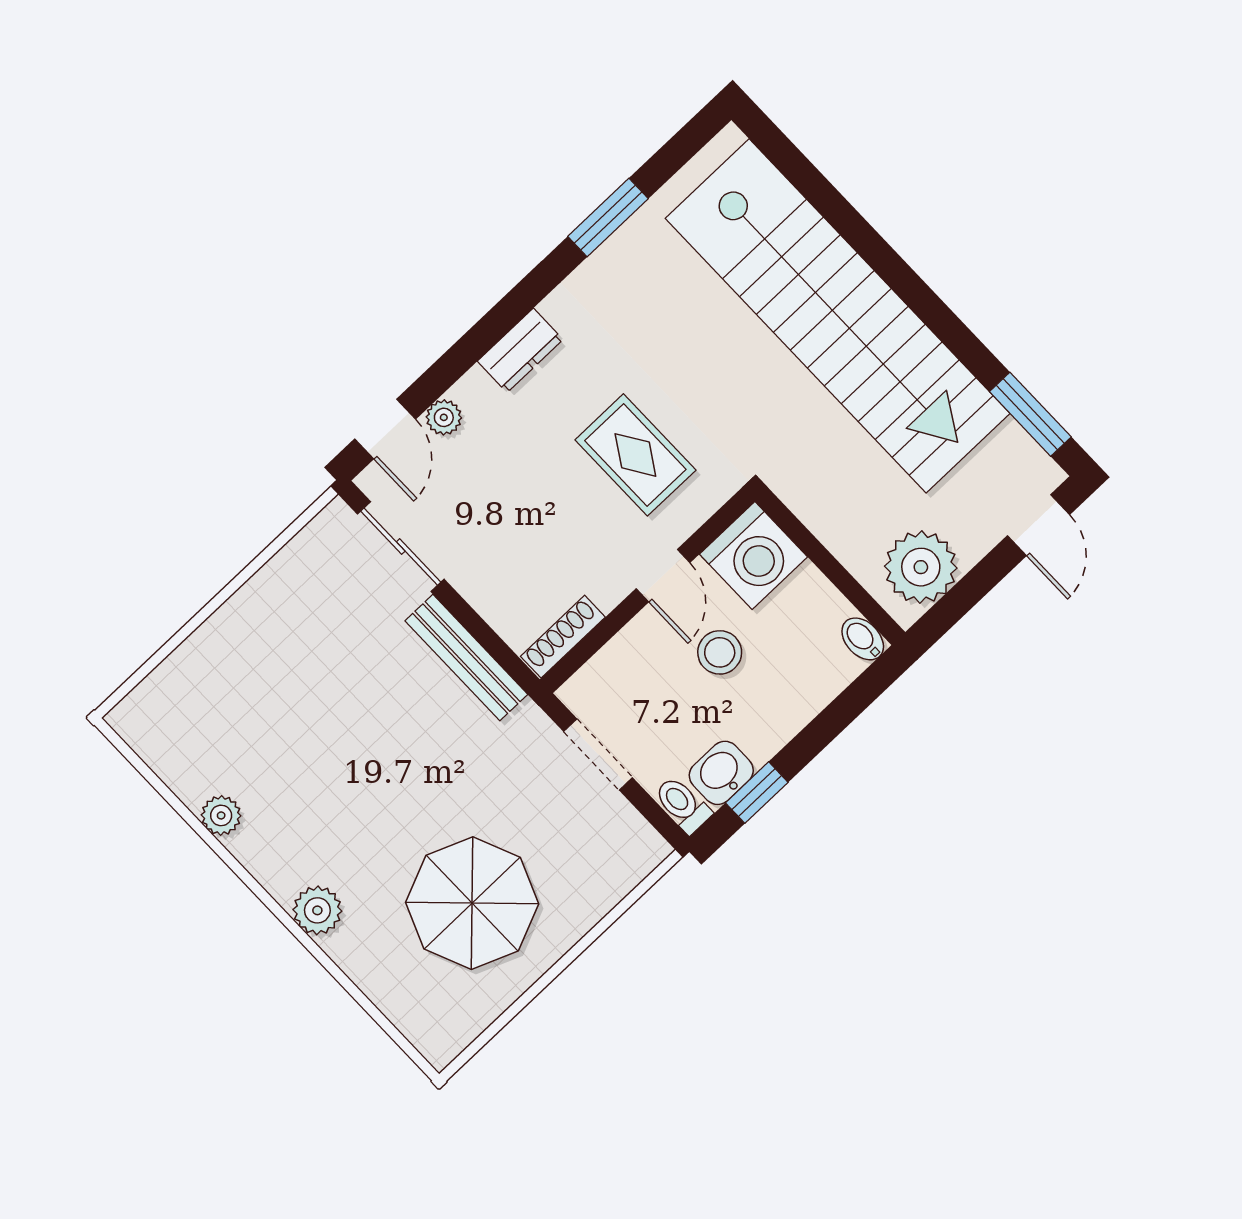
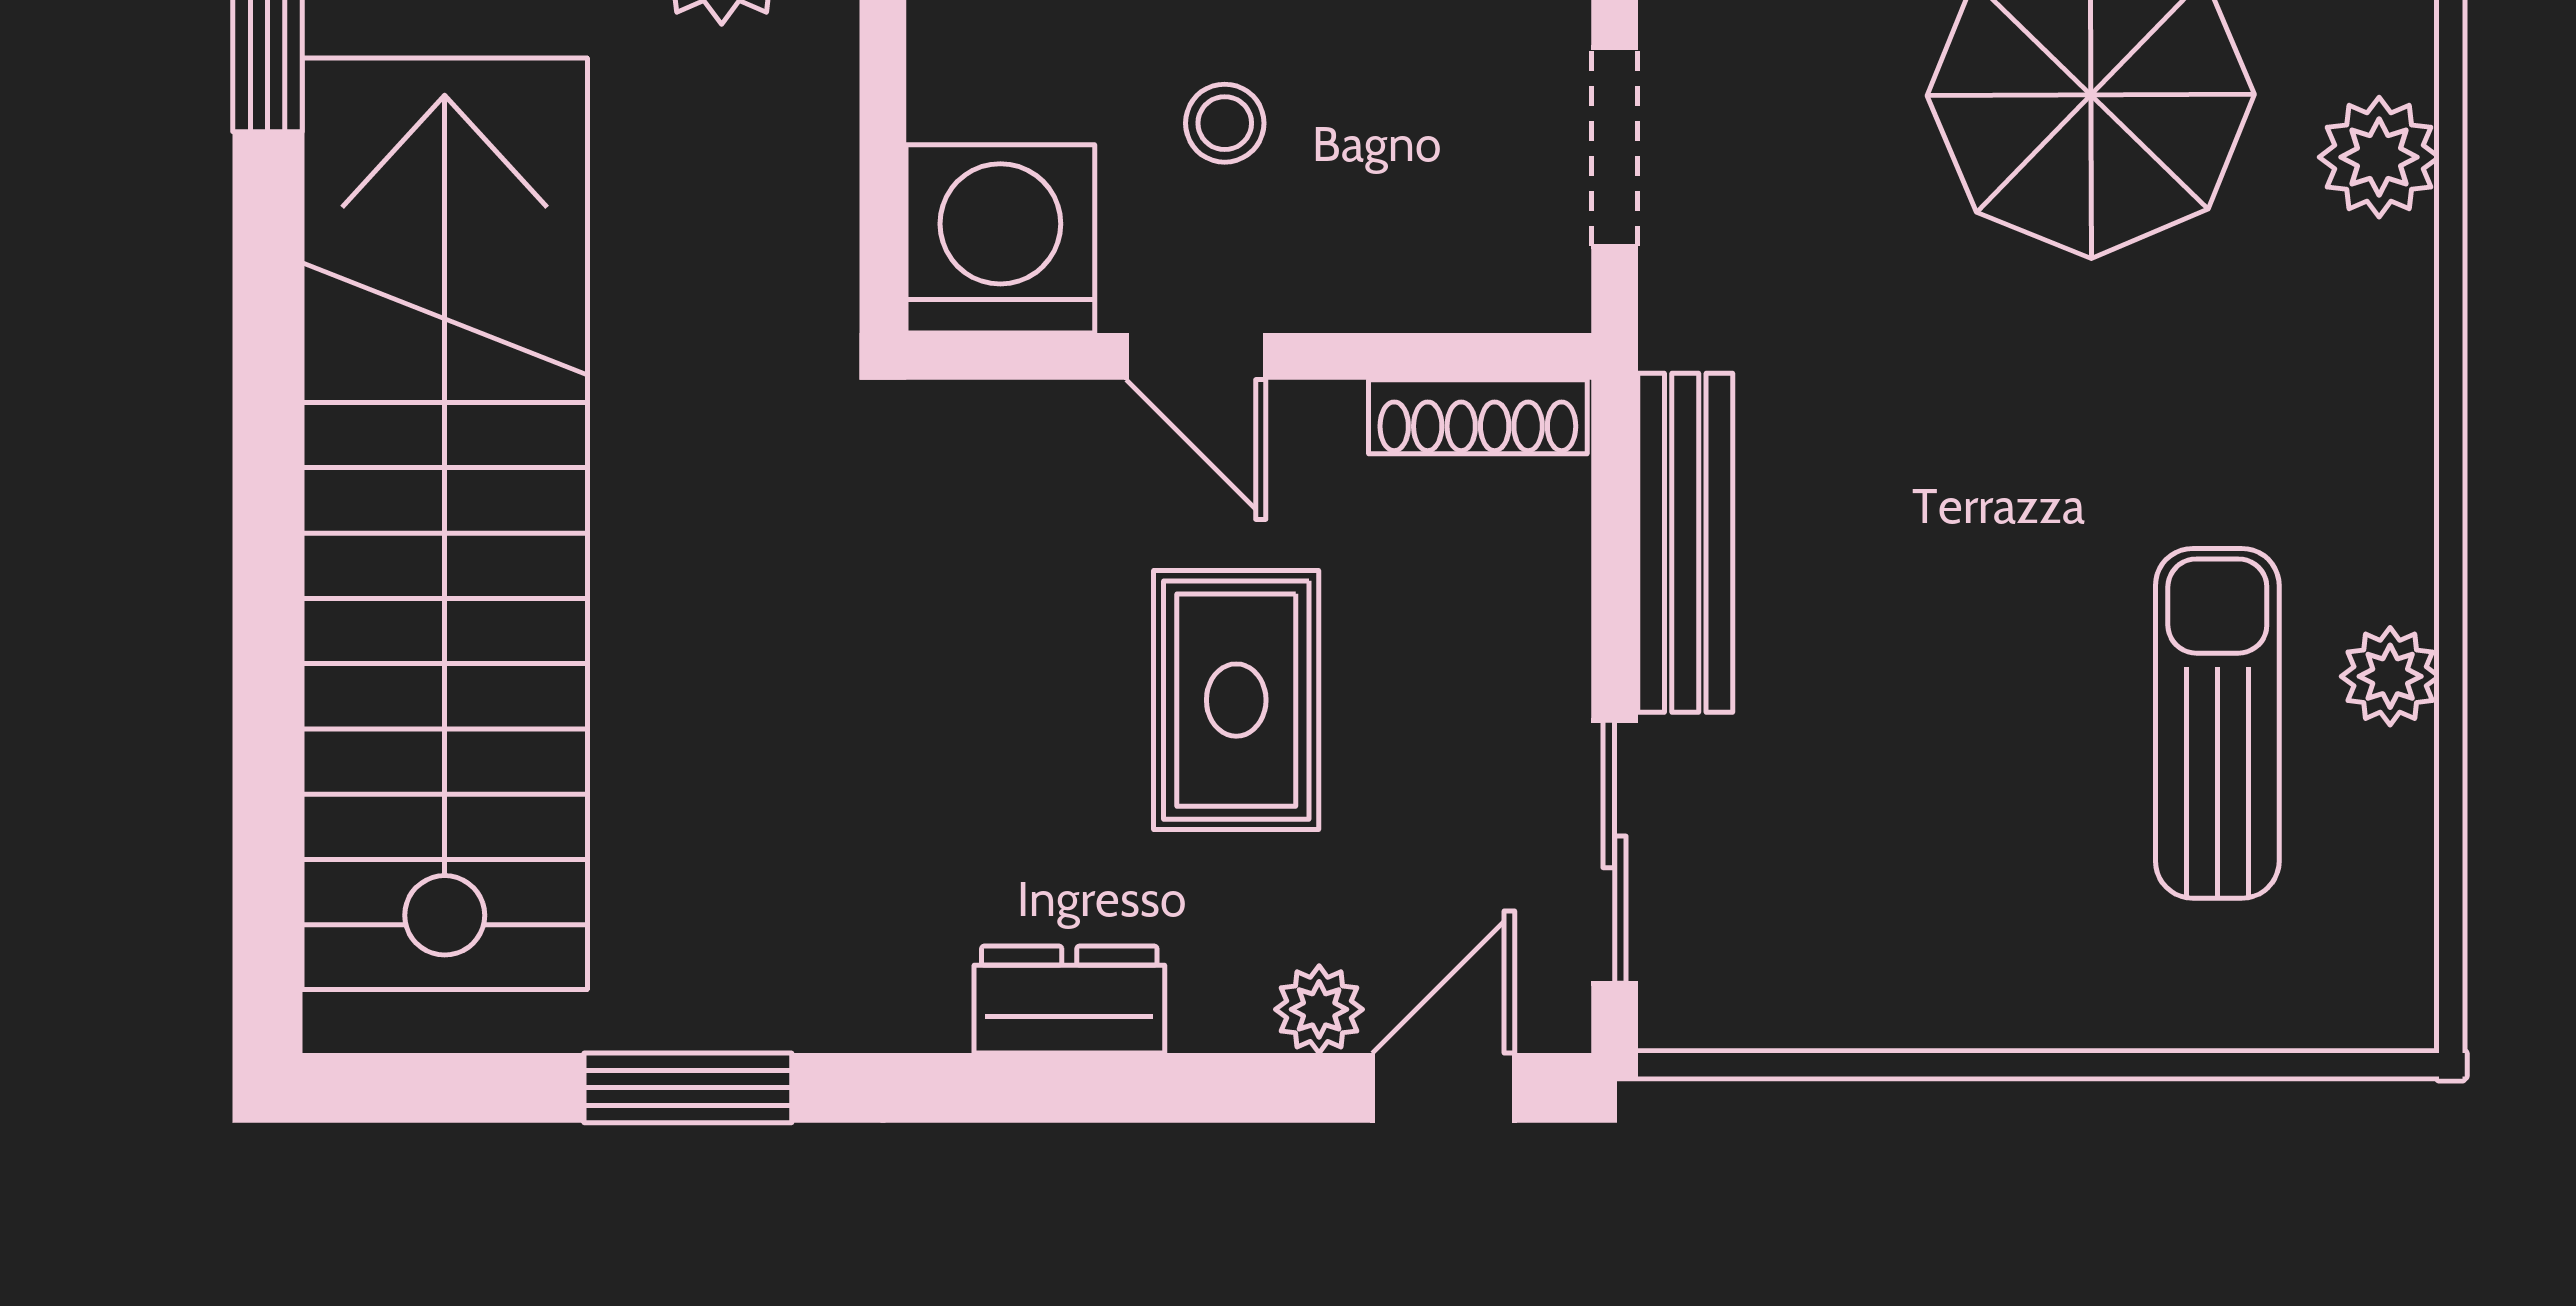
rug: (635, 455) -> (1236, 700), moved
door: (663, 576) -> (1196, 356), swing flipped
stool: (720, 652) -> (1225, 123), width x0.73, depth x0.73
sun lounger: (259, 753) -> (2217, 723), added
plant: (317, 910) -> (2379, 157), moved

